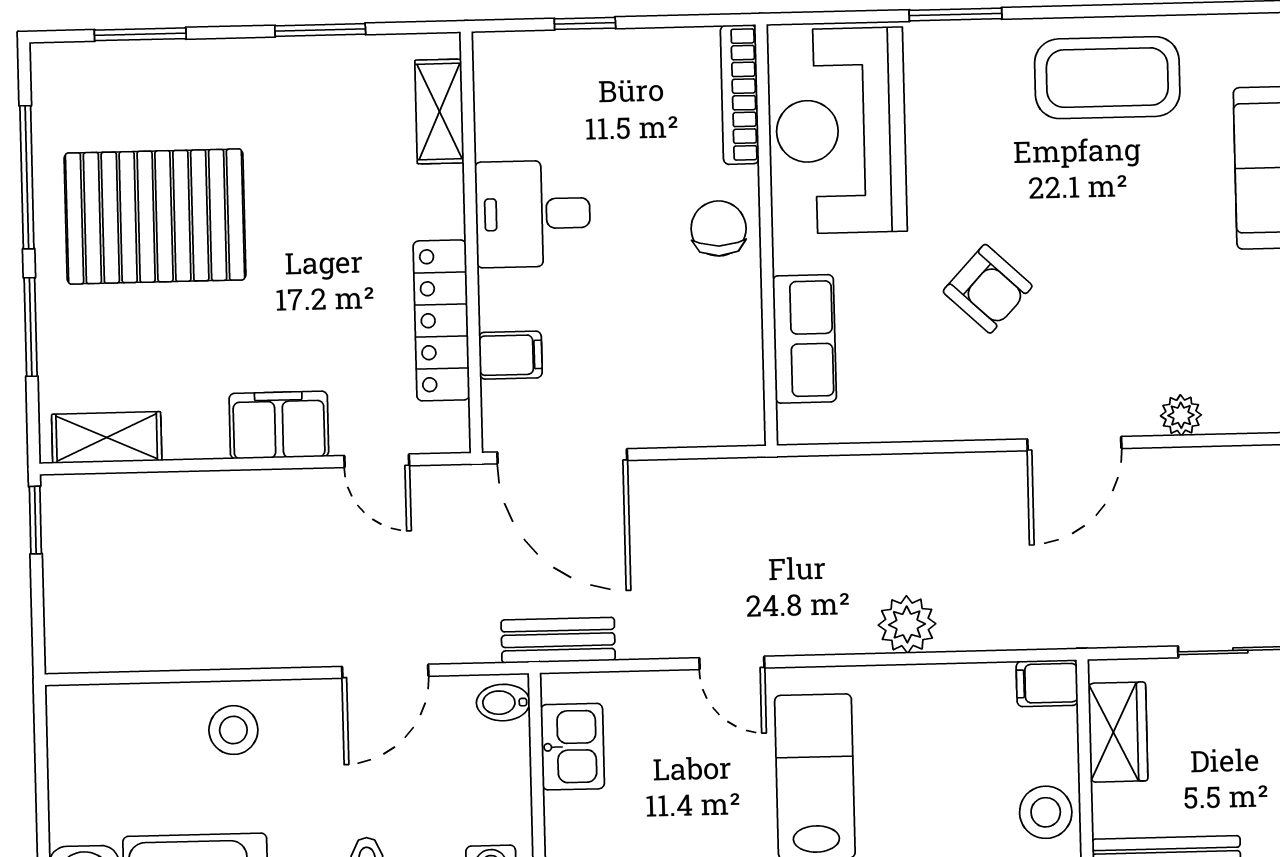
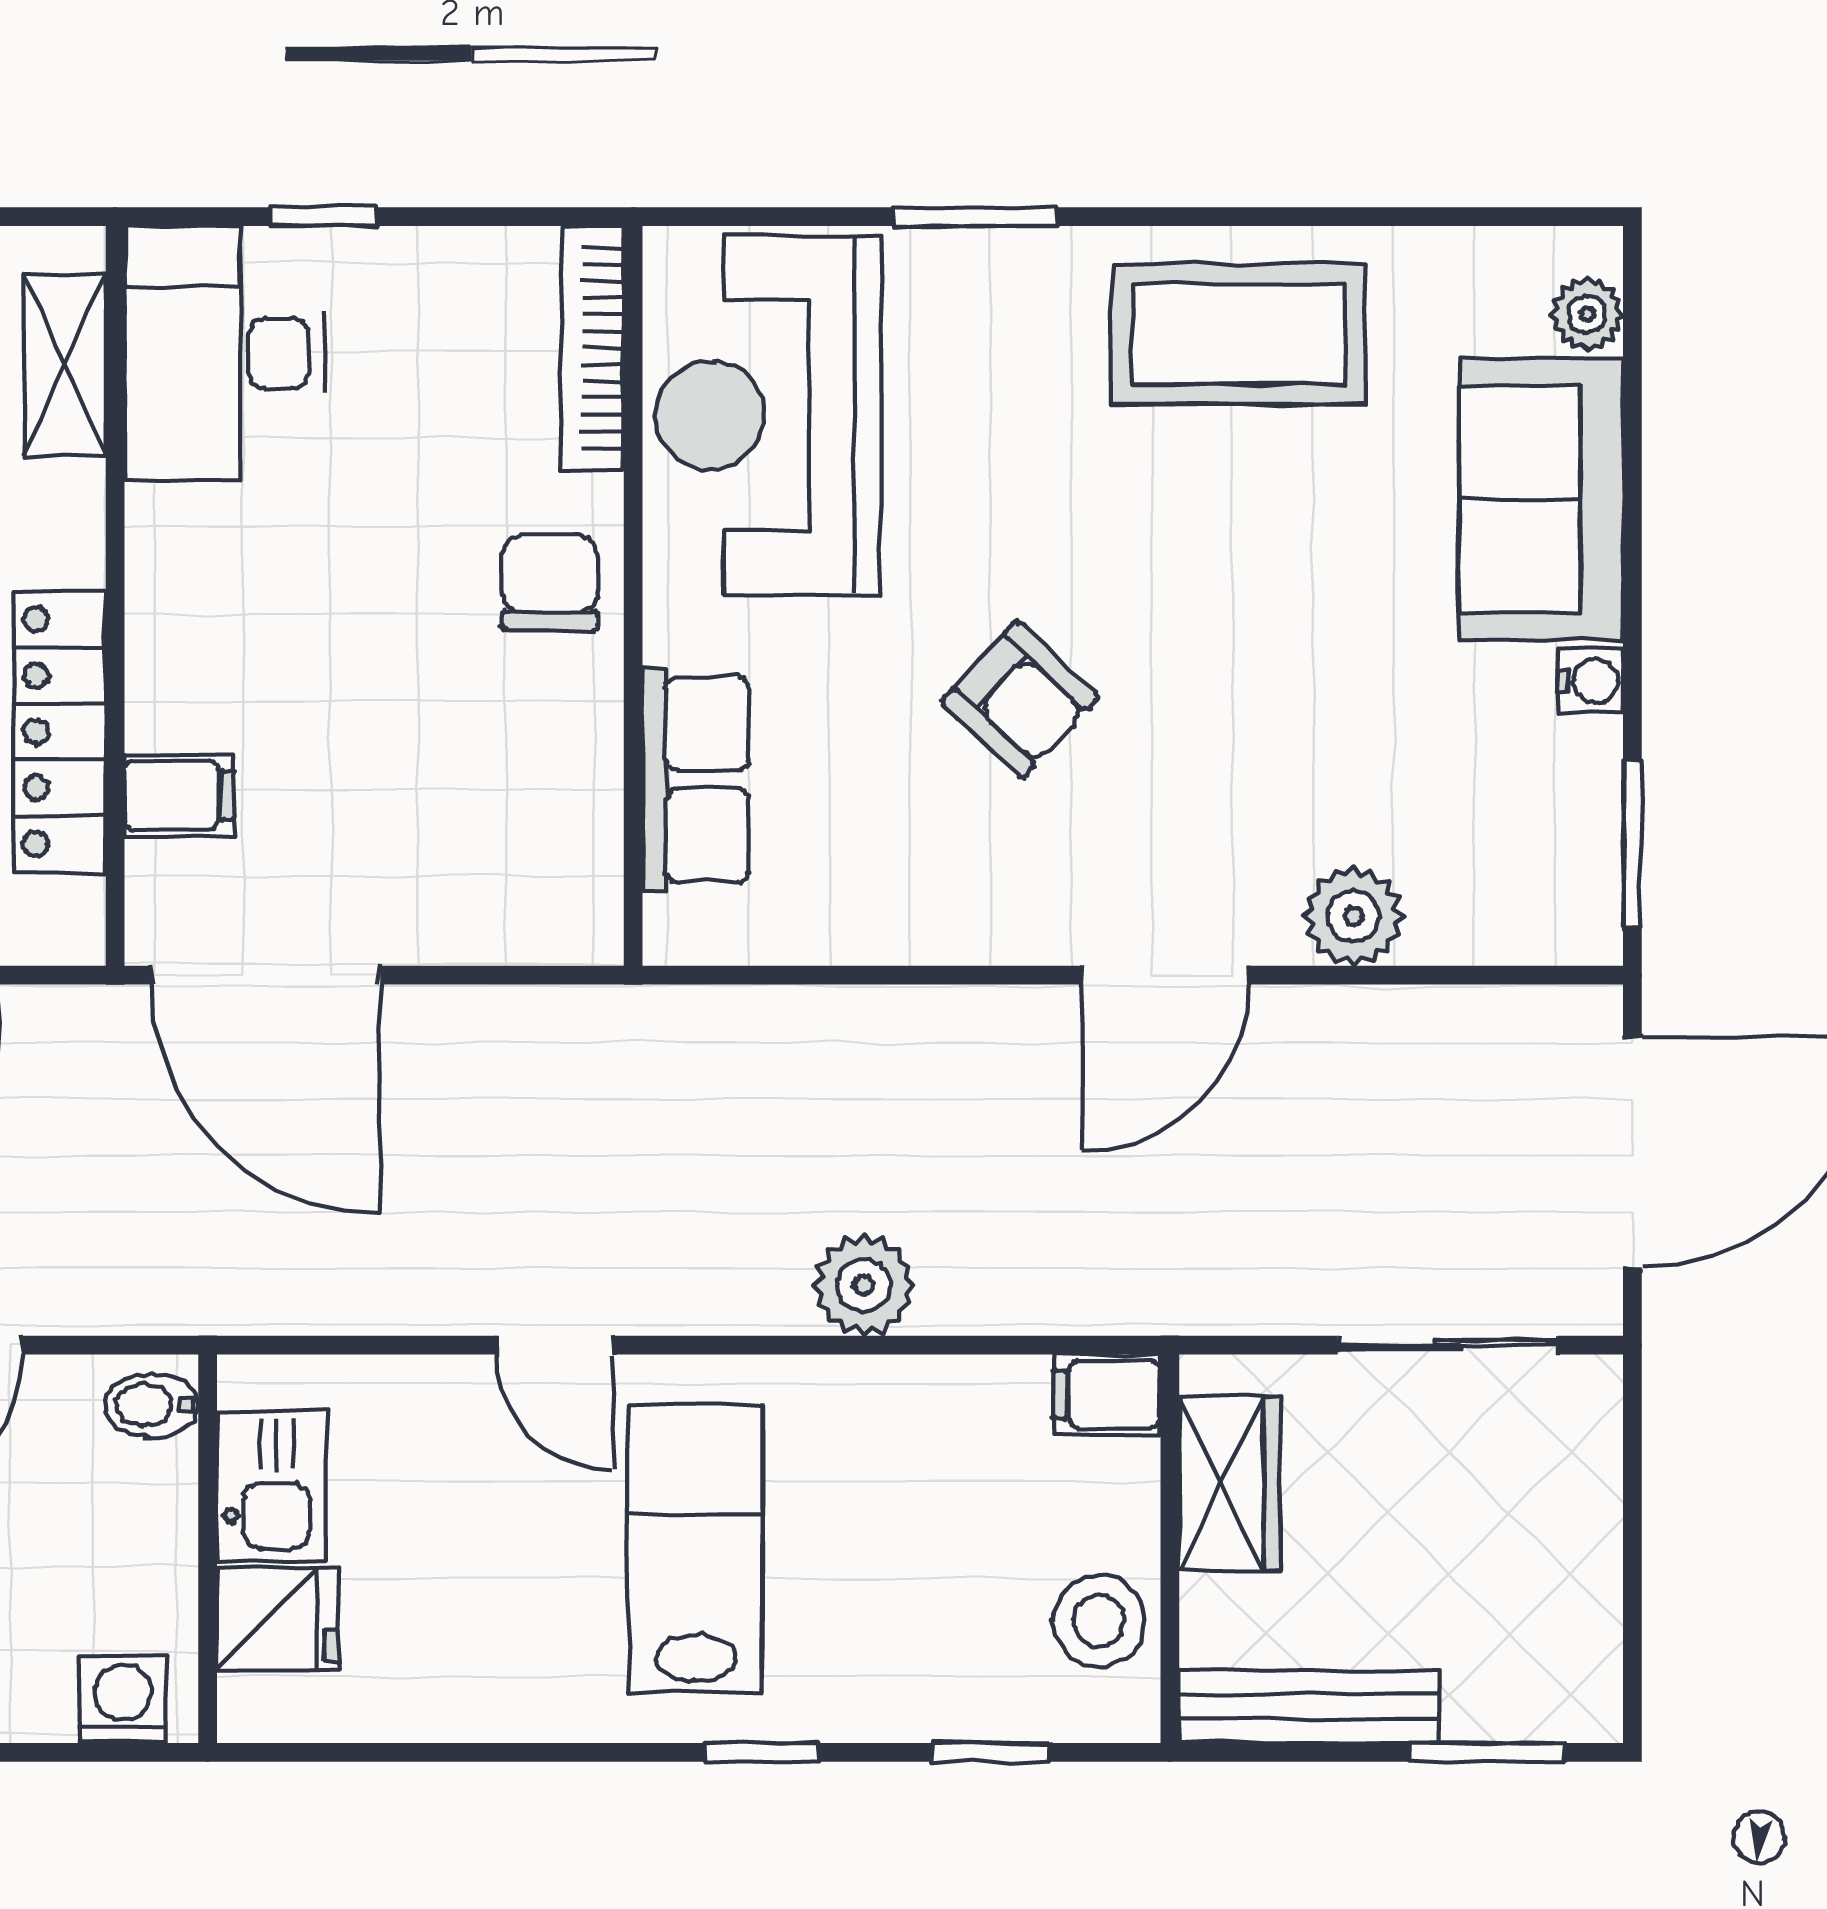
desk: (533, 214) -> (224, 353), moved, width x1.37
plant: (1181, 415) -> (1354, 916), width x1.38, depth x1.38
bench: (558, 640) -> (251, 1298), removed
fridge: (578, 823) -> (278, 1619), added

